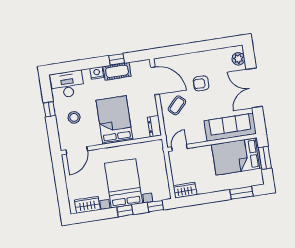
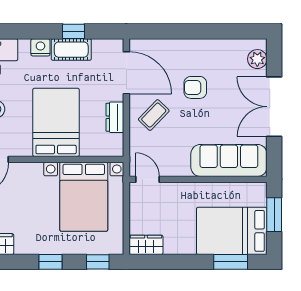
dresser: (154, 126) -> (115, 117), moved
door: (179, 148) -> (148, 179), hinge flipped
bed: (237, 156) -> (232, 231), moved
bed with nightstands: (124, 183) -> (84, 197), moved, turned 180

